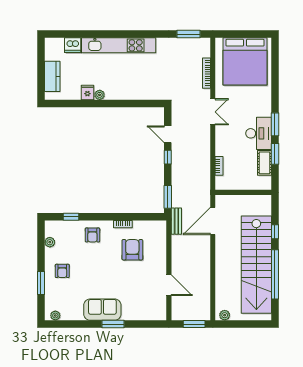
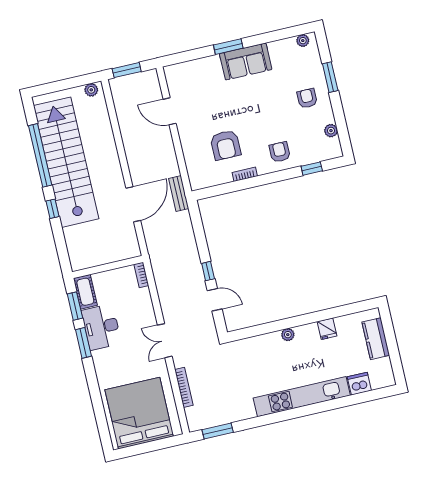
plant: (100, 95) -> (288, 335), moved
wall: (243, 192) -> (108, 267), moved
window: (168, 197) -> (197, 221), removed

